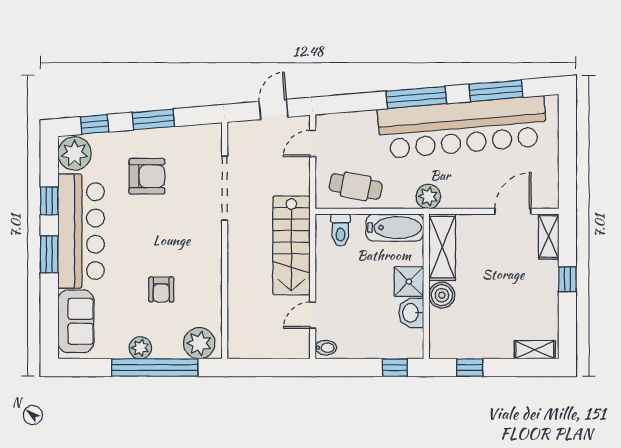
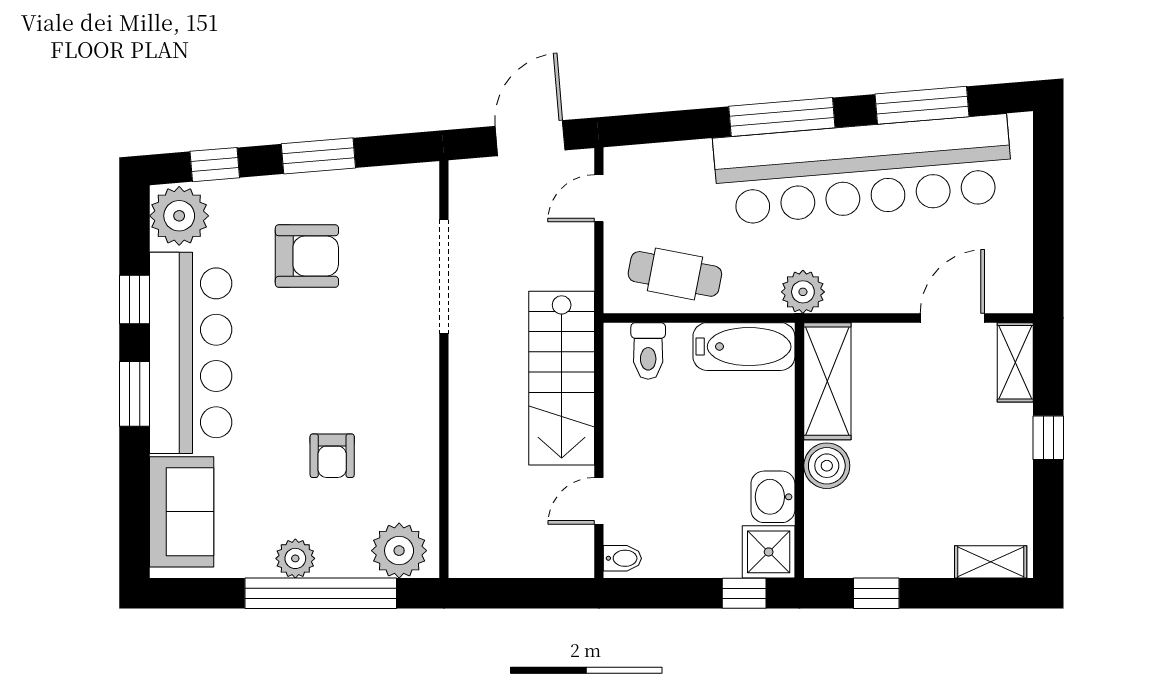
door: (274, 109) -> (530, 138), width x1.38
shower: (409, 282) -> (769, 552), moved

